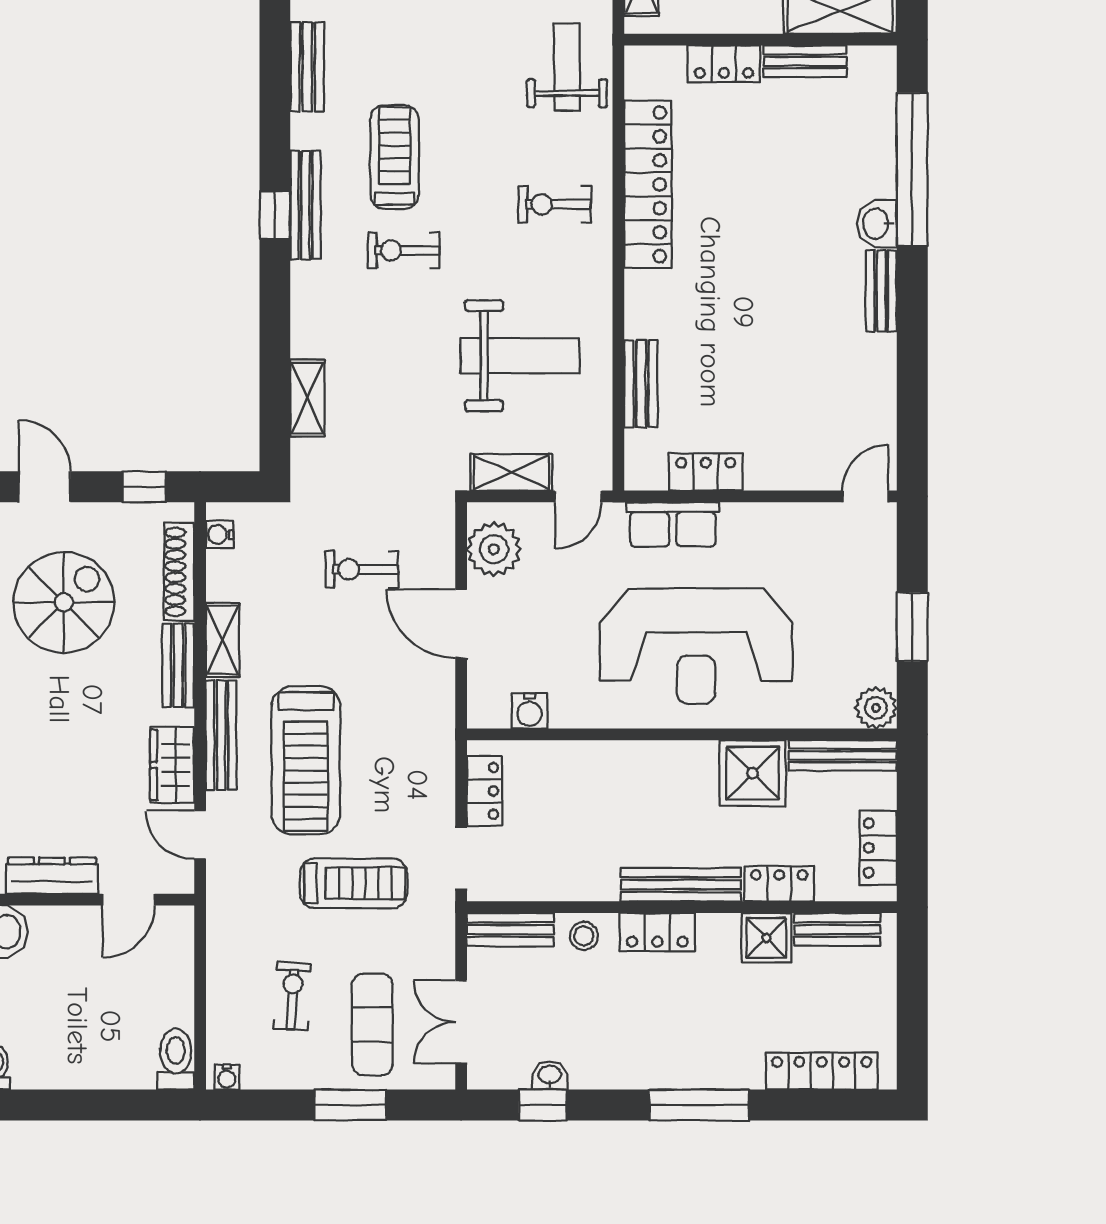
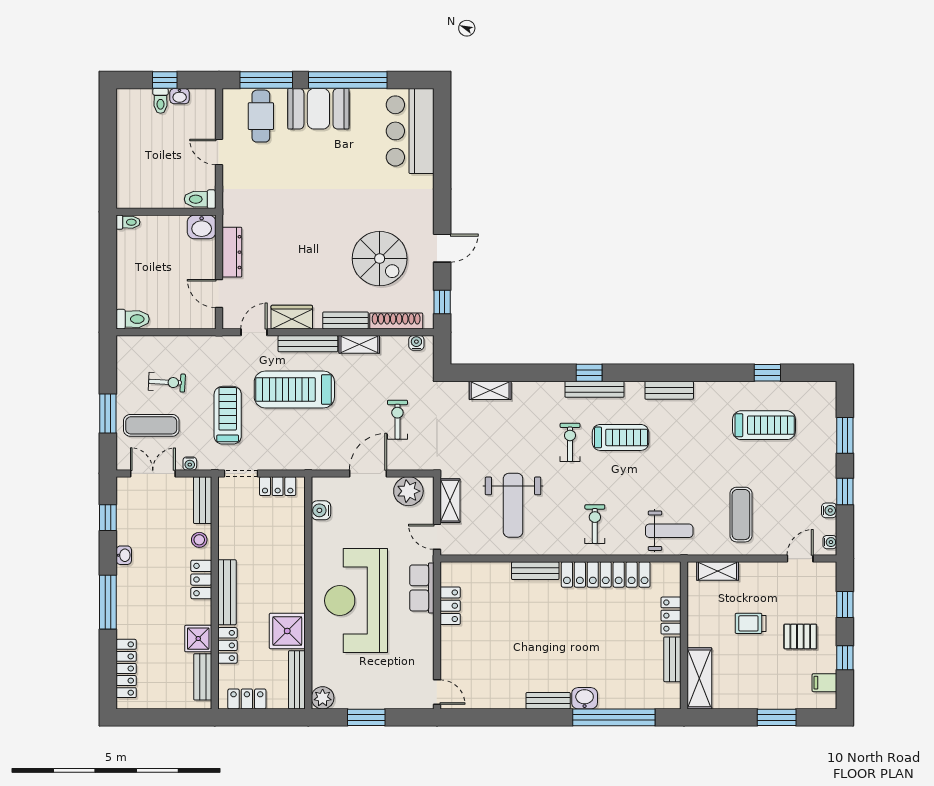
bench: (641, 384) -> (535, 571), moved
treadmill: (353, 883) -> (228, 415), turned 180
washbasin: (550, 1075) -> (124, 555), moved
water cooler: (227, 1077) -> (190, 464), moved, turned -90

